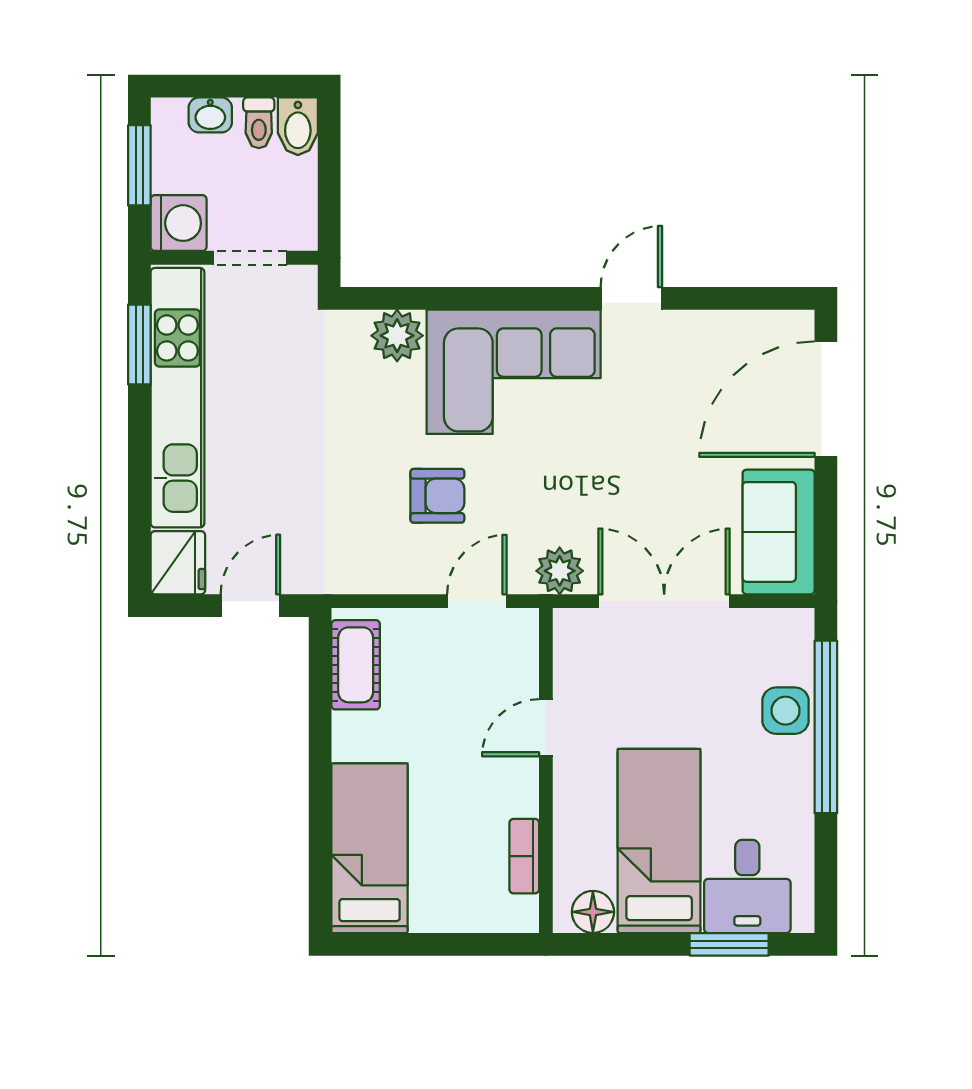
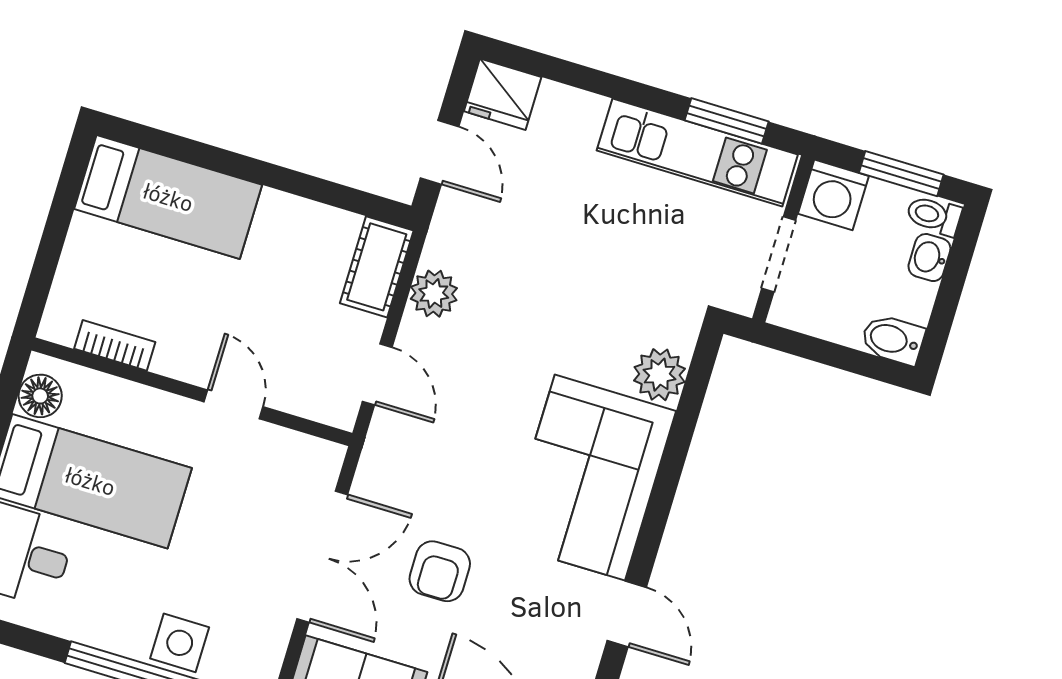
toilet: (259, 123) -> (934, 215), moved
kitchen unit: (177, 398) -> (697, 153), width x0.73
armchair: (437, 496) -> (440, 571), moved
plant: (560, 571) -> (434, 294), moved
cot: (356, 665) -> (377, 267), moved, turned 90

